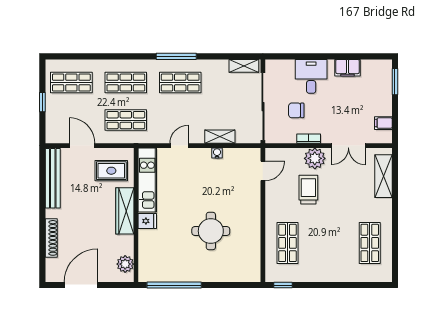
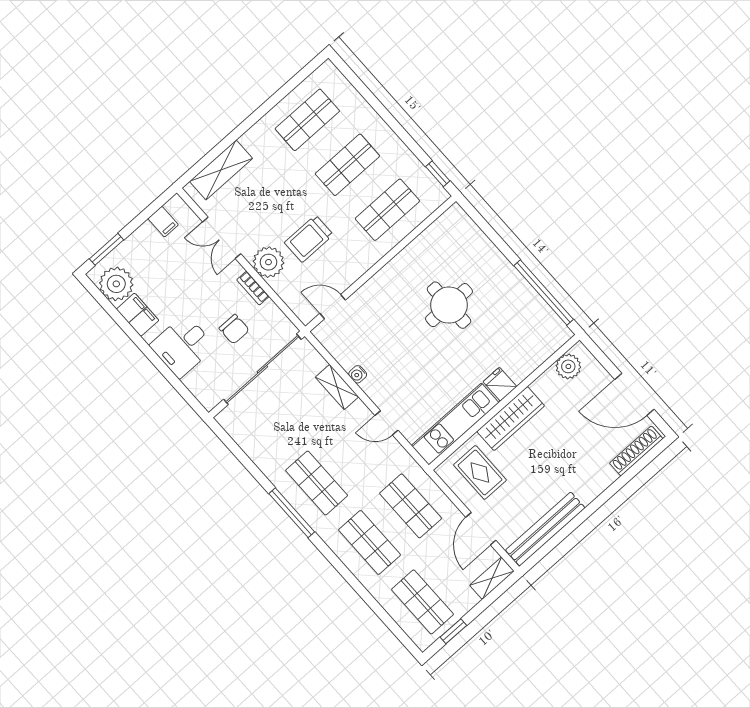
shelving: (244, 66) -> (492, 578), moved, turned 90
plant: (373, 71) -> (116, 284), added
window: (42, 102) -> (453, 631), moved
double door: (348, 146) -> (222, 238), swing flipped
shoe rack: (51, 238) -> (636, 451), moved
shop shelf: (329, 243) -> (347, 165), added

